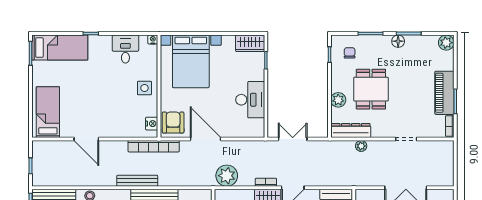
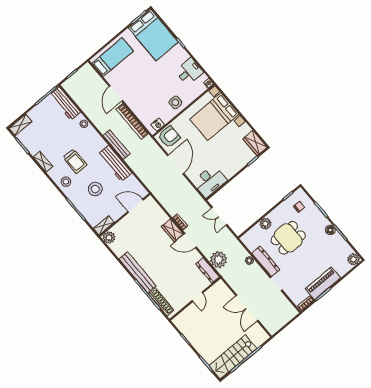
bed: (60, 47) -> (153, 35), width x1.50
desk: (250, 100) -> (210, 181), moved
dresser: (351, 131) -> (266, 261), moved
double door: (293, 139) -> (219, 216), swing flipped
bookcase: (154, 146) -> (132, 121), moved
plant: (227, 176) -> (219, 260), moved

